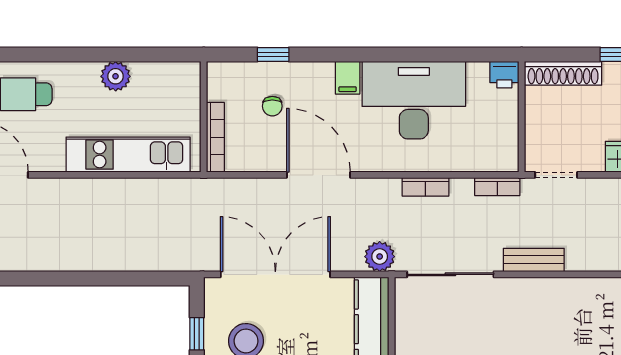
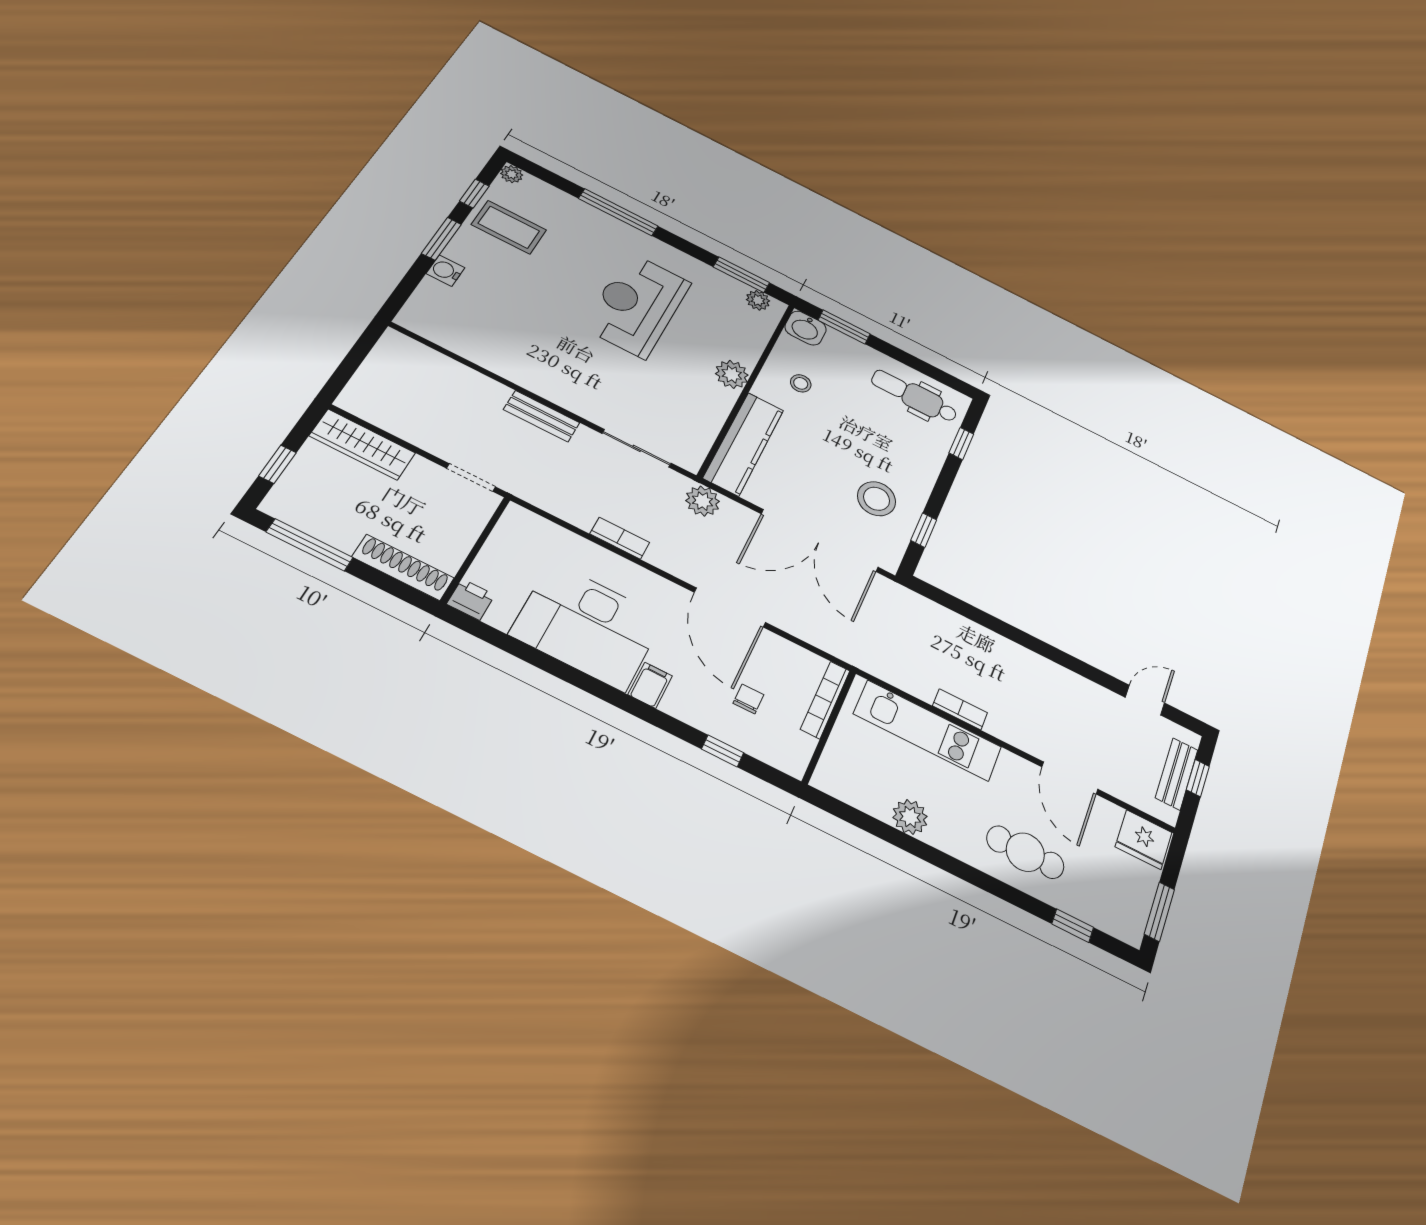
bookcase: (497, 187) -> (960, 709), moved
sliding door: (450, 274) -> (637, 448), width x0.73

